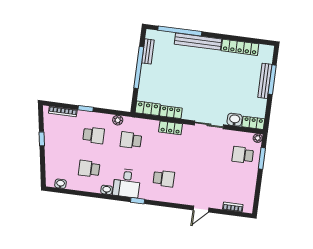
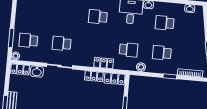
locker: (170, 128) -> (104, 63), moved
school desk: (205, 150) -> (62, 44), added
school desk: (243, 155) -> (28, 40), turned 180
school desk: (89, 169) -> (165, 23), turned 180

